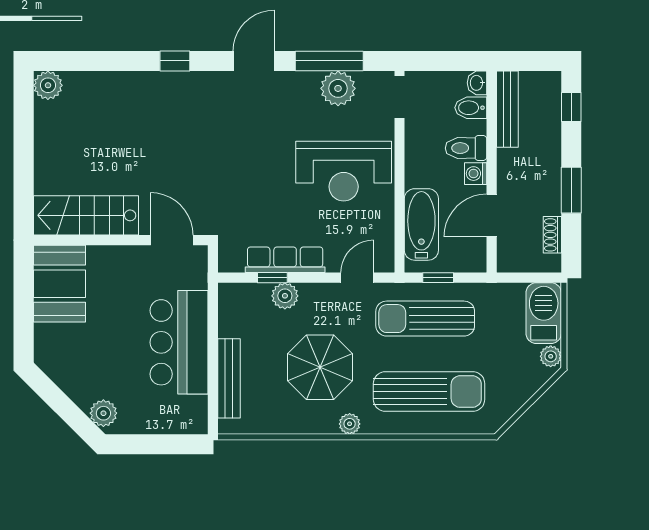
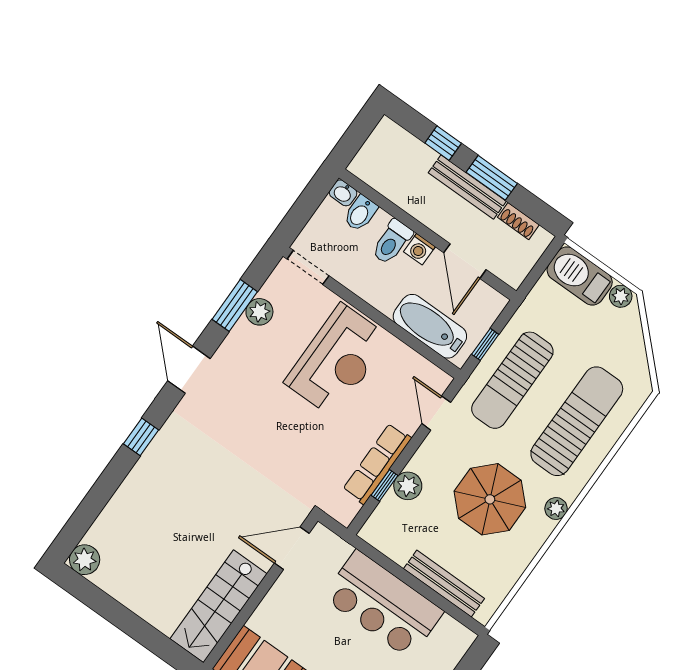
window: (329, 61) -> (235, 305), width x0.69
plant: (338, 88) -> (259, 312), width x0.73, depth x0.73
window: (571, 107) -> (443, 143), moved
bench: (507, 109) -> (467, 187), moved

